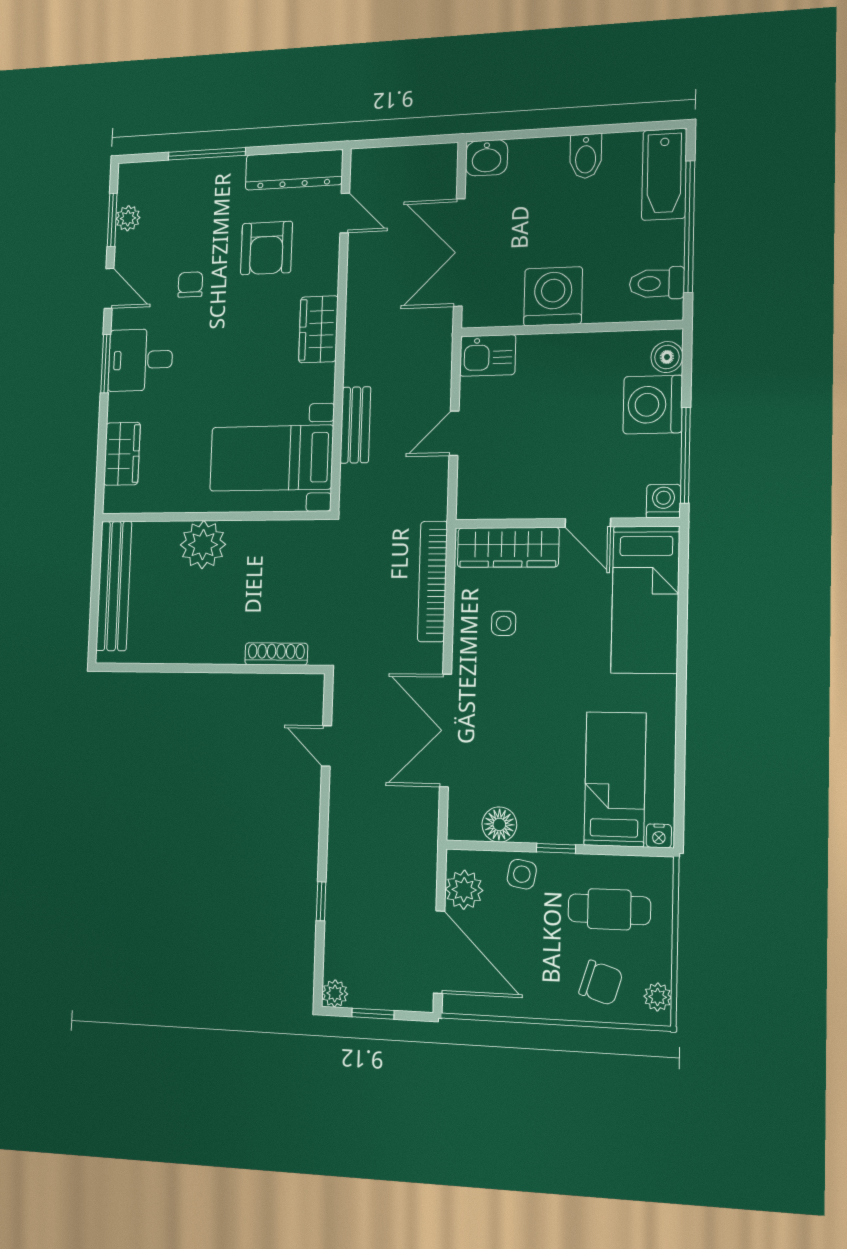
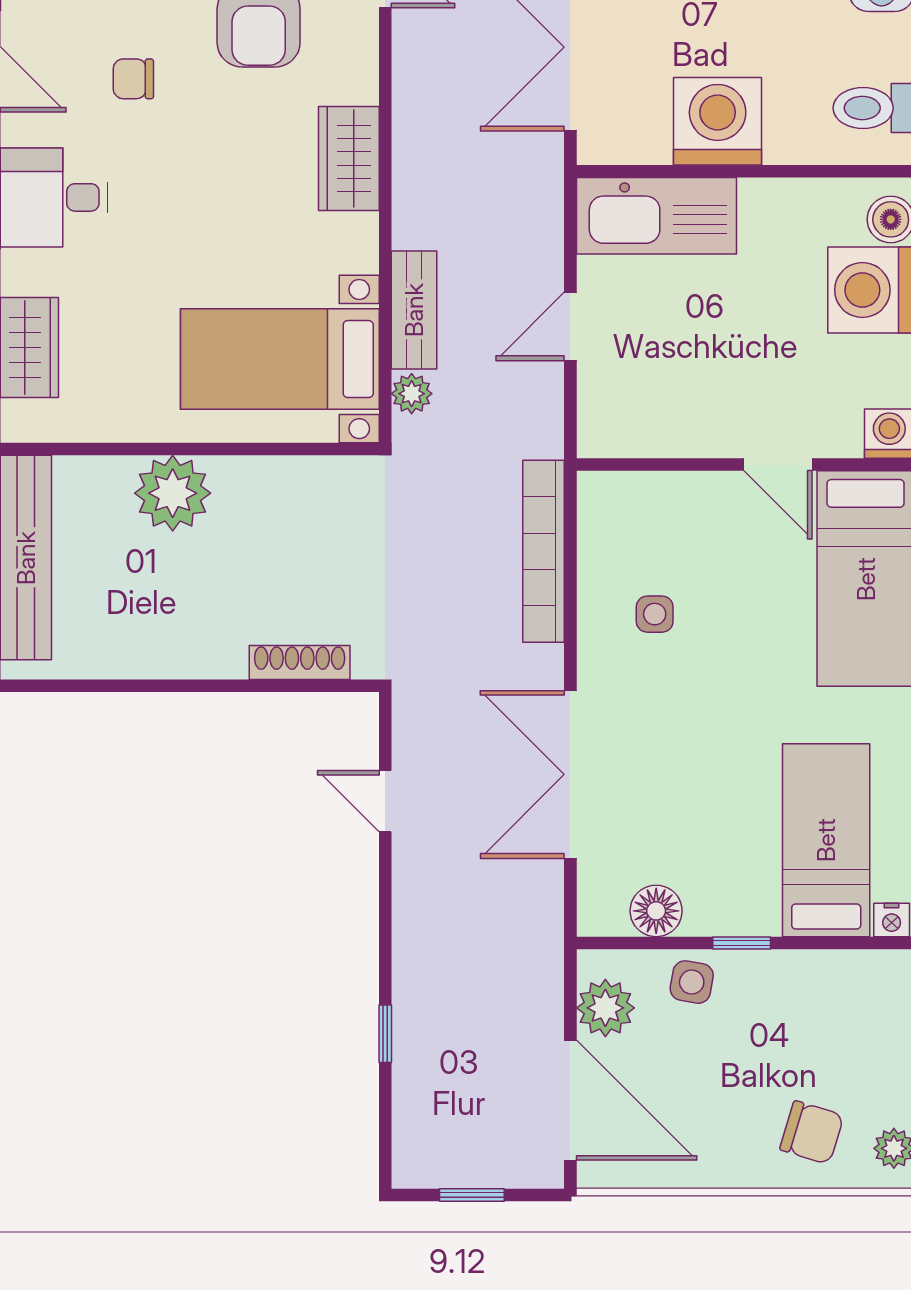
chair: (190, 285) -> (133, 79), turned -90
kitchen sink: (488, 355) -> (657, 216), width x1.88, depth x1.24
wardrobe: (508, 547) -> (658, 500), removed
cafe table: (609, 909) -> (822, 1027), removed
plant: (335, 993) -> (412, 394), moved

